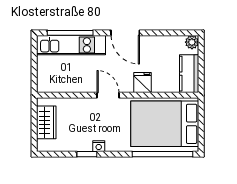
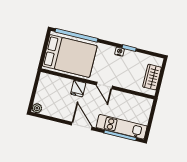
kitchen counter: (189, 74) -> (44, 87), removed

